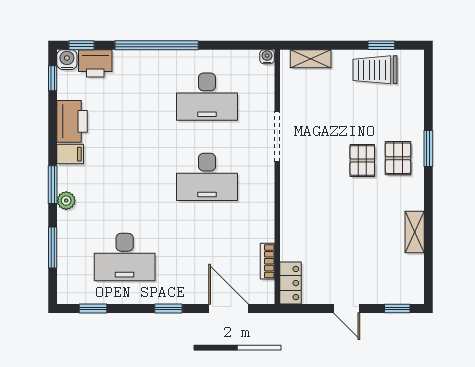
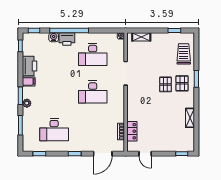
water cooler: (67, 60) -> (54, 37), moved
printer: (95, 63) -> (67, 39), moved
trolley: (375, 70) -> (184, 54), moved, turned 90
locker: (291, 283) -> (132, 131), moved
door: (229, 308) -> (103, 154), swing flipped
door: (347, 308) -> (145, 154), moved

